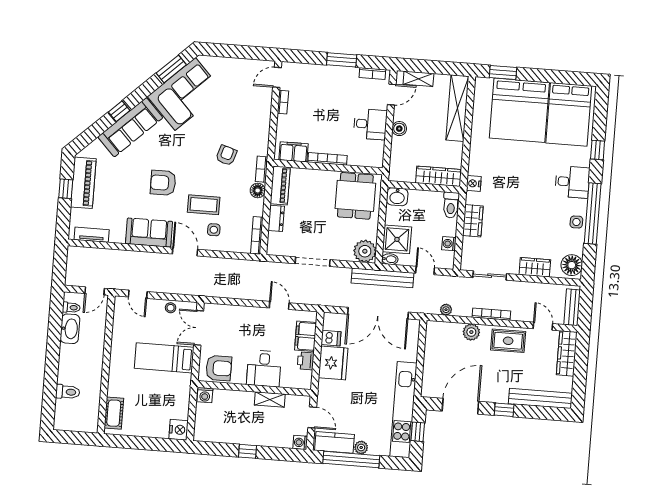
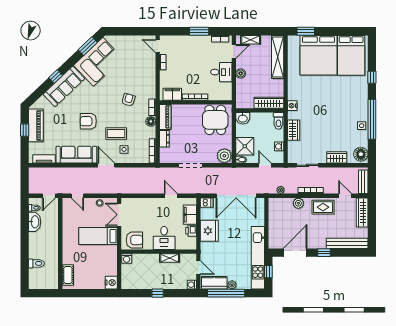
door: (277, 77) -> (158, 46), hinge flipped
desk: (572, 182) -> (357, 100), removed
sofa: (149, 233) -> (76, 155), width x1.36
bench: (383, 278) -> (237, 172), removed
dishwasher: (331, 338) -> (207, 203), moved

